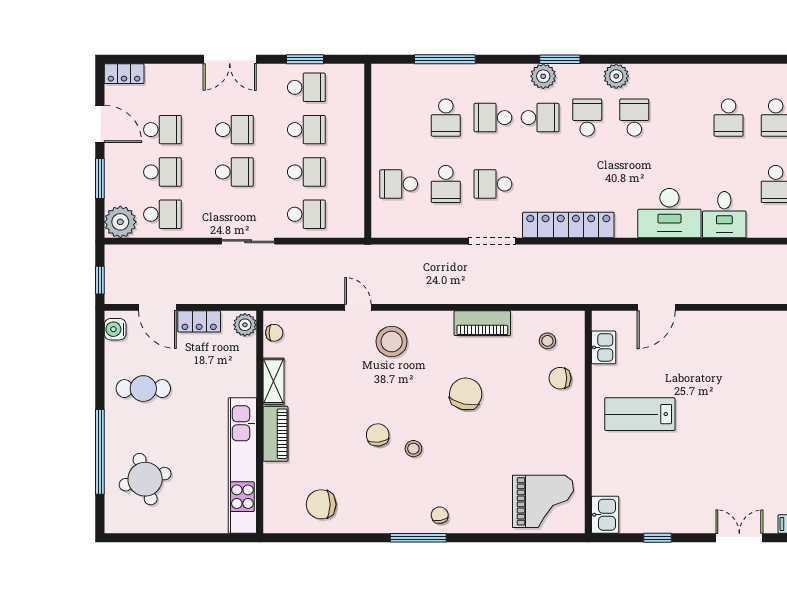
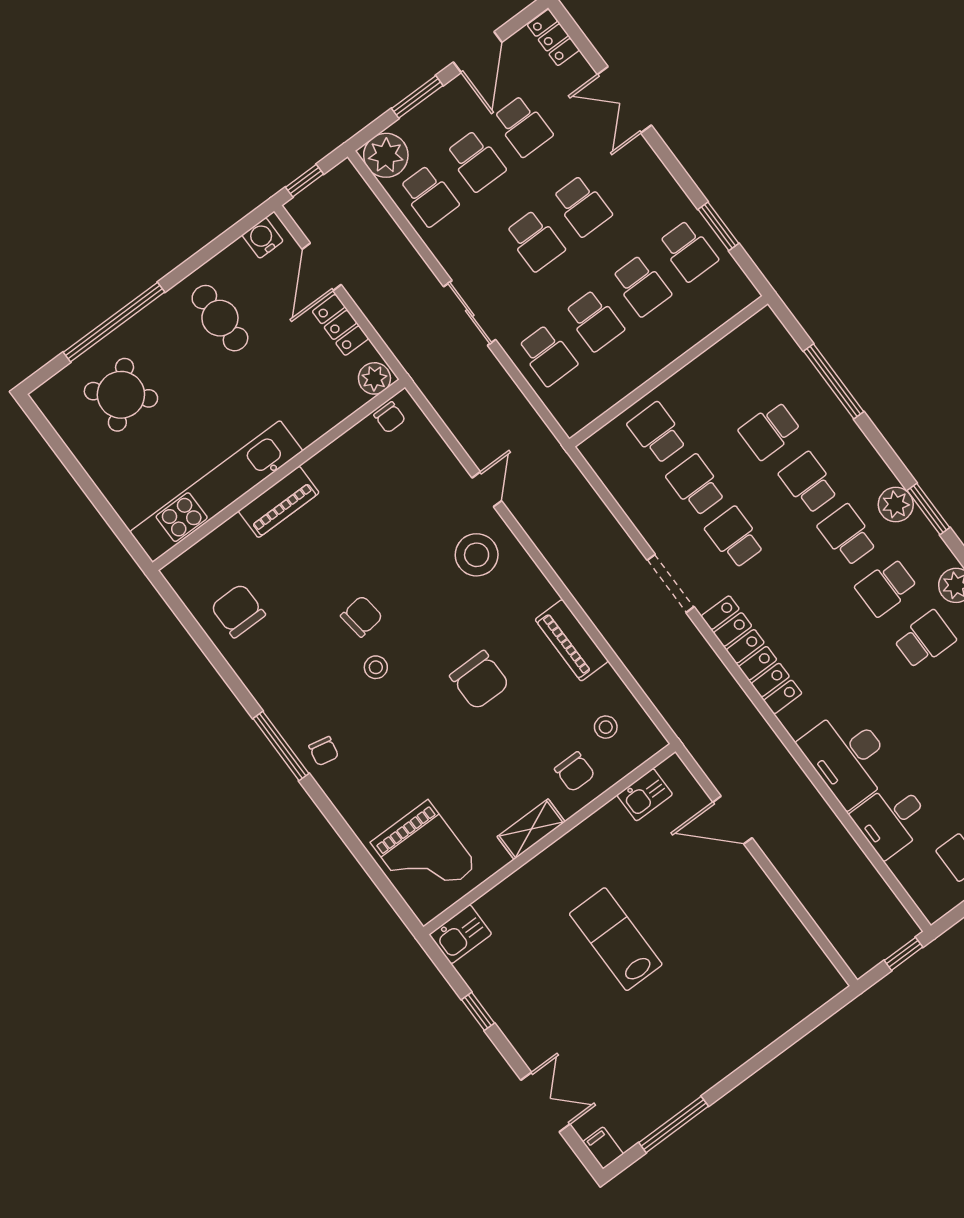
double door: (230, 59) -> (624, 100), moved
school desk: (540, 118) -> (847, 535), turned 180
school desk: (587, 118) -> (886, 587), turned 180
school desk: (446, 184) -> (696, 485), turned 90
chair: (560, 378) -> (575, 772), turned 180
shelving: (273, 381) -> (531, 829), moved
chair: (466, 394) -> (480, 680), turned 77
lab bench: (640, 414) -> (616, 939), moved
round table: (145, 479) -> (121, 395), turned -30
chair: (440, 515) -> (324, 751), turned 113

